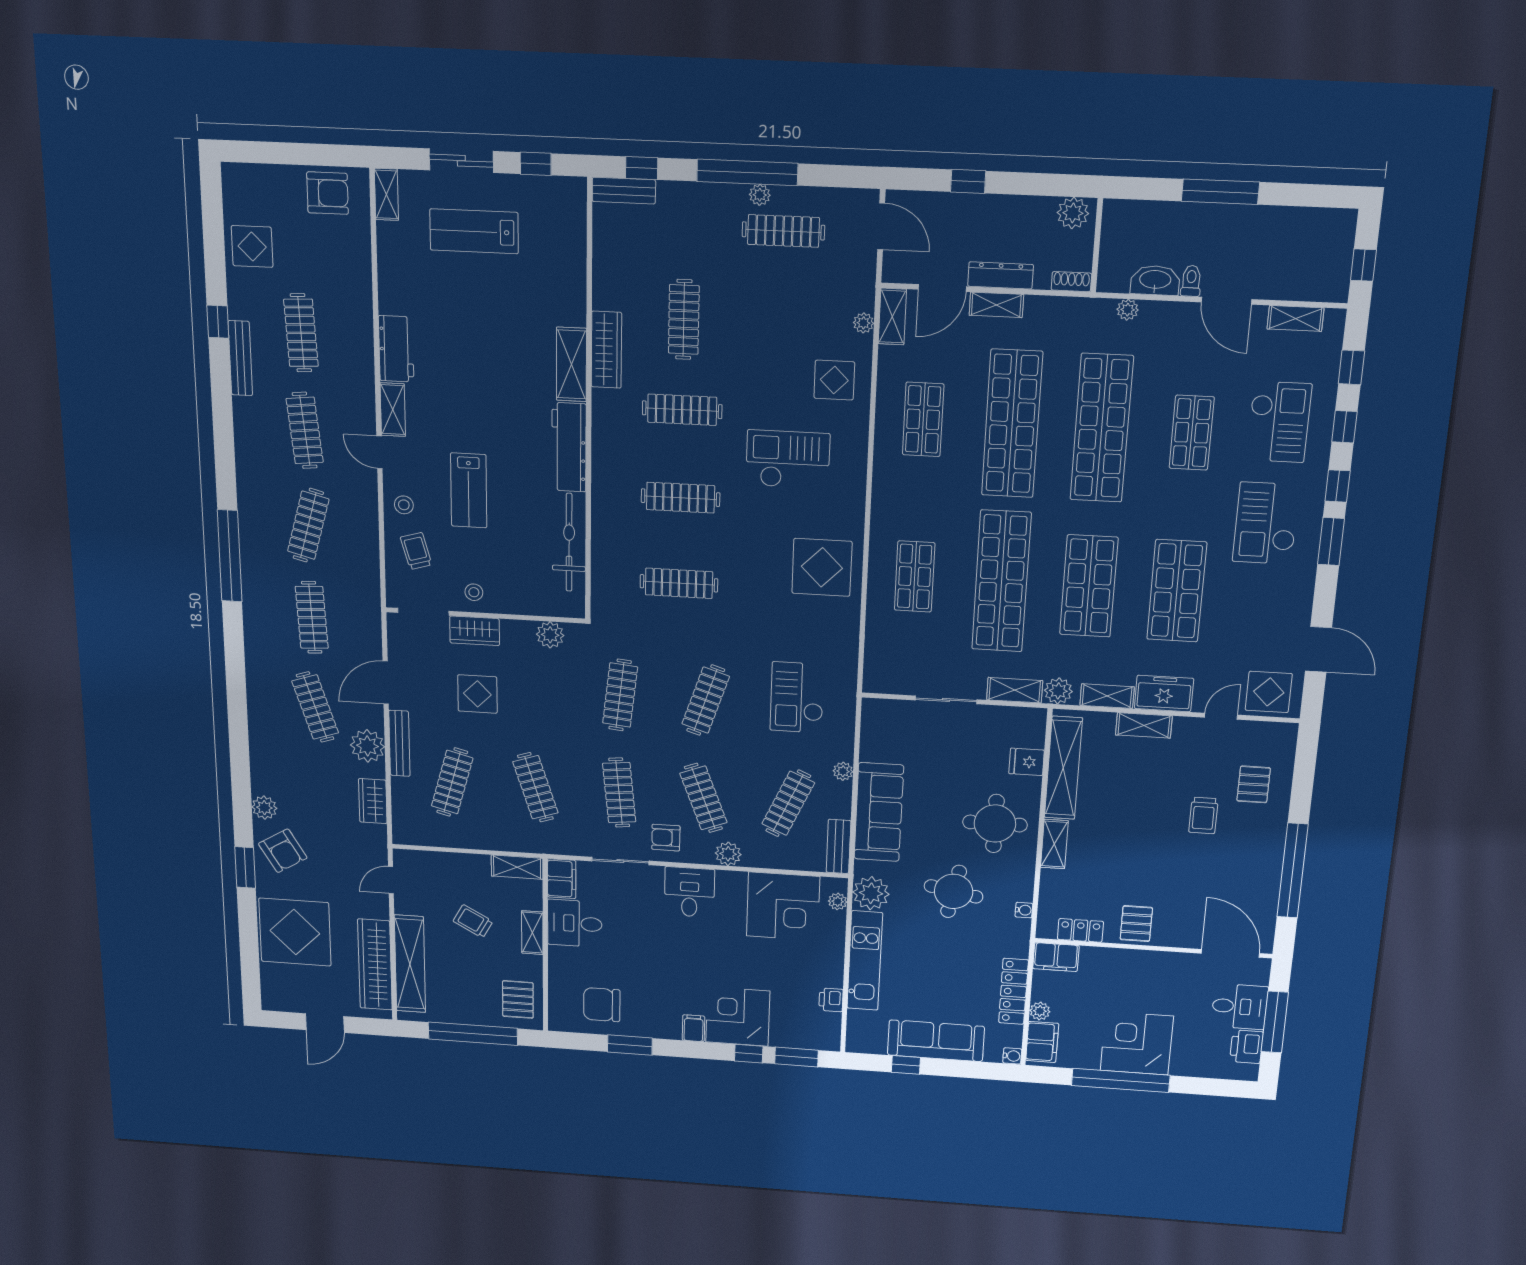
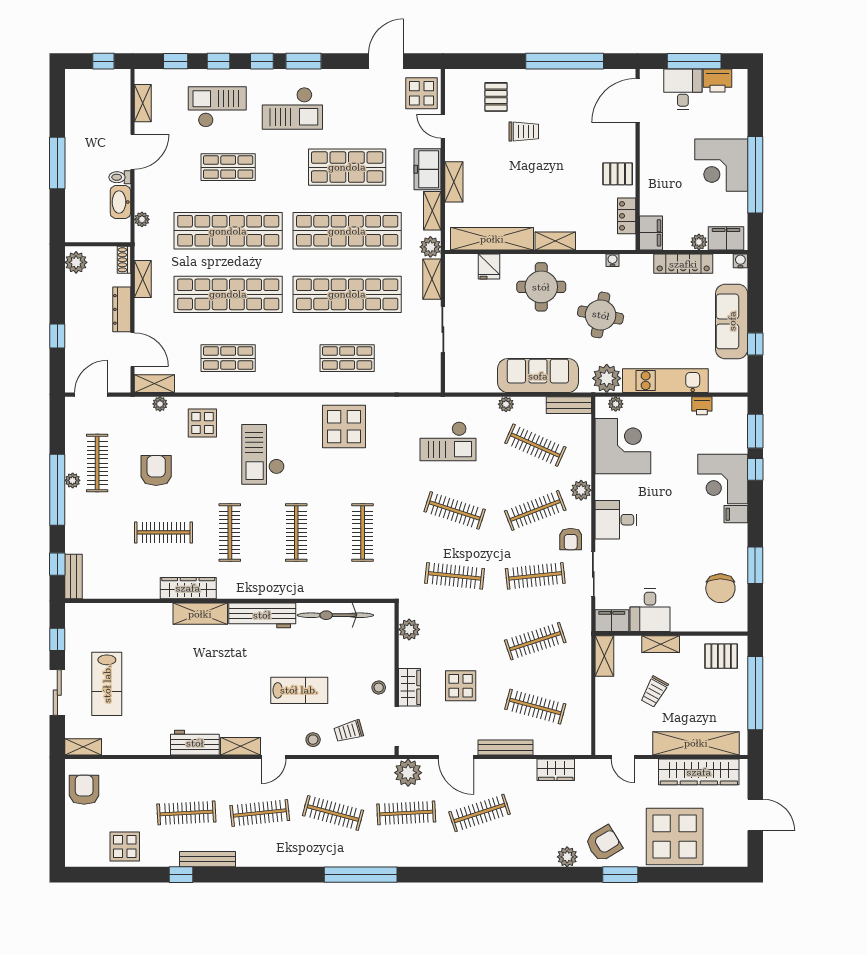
shelving: (996, 305) -> (143, 279), moved
armchair: (770, 313) -> (156, 471), added
shop shelf: (1089, 586) -> (347, 231), width x1.40
plant: (367, 746) -> (408, 773), moved
pallet: (1254, 784) -> (496, 97), turned 90

